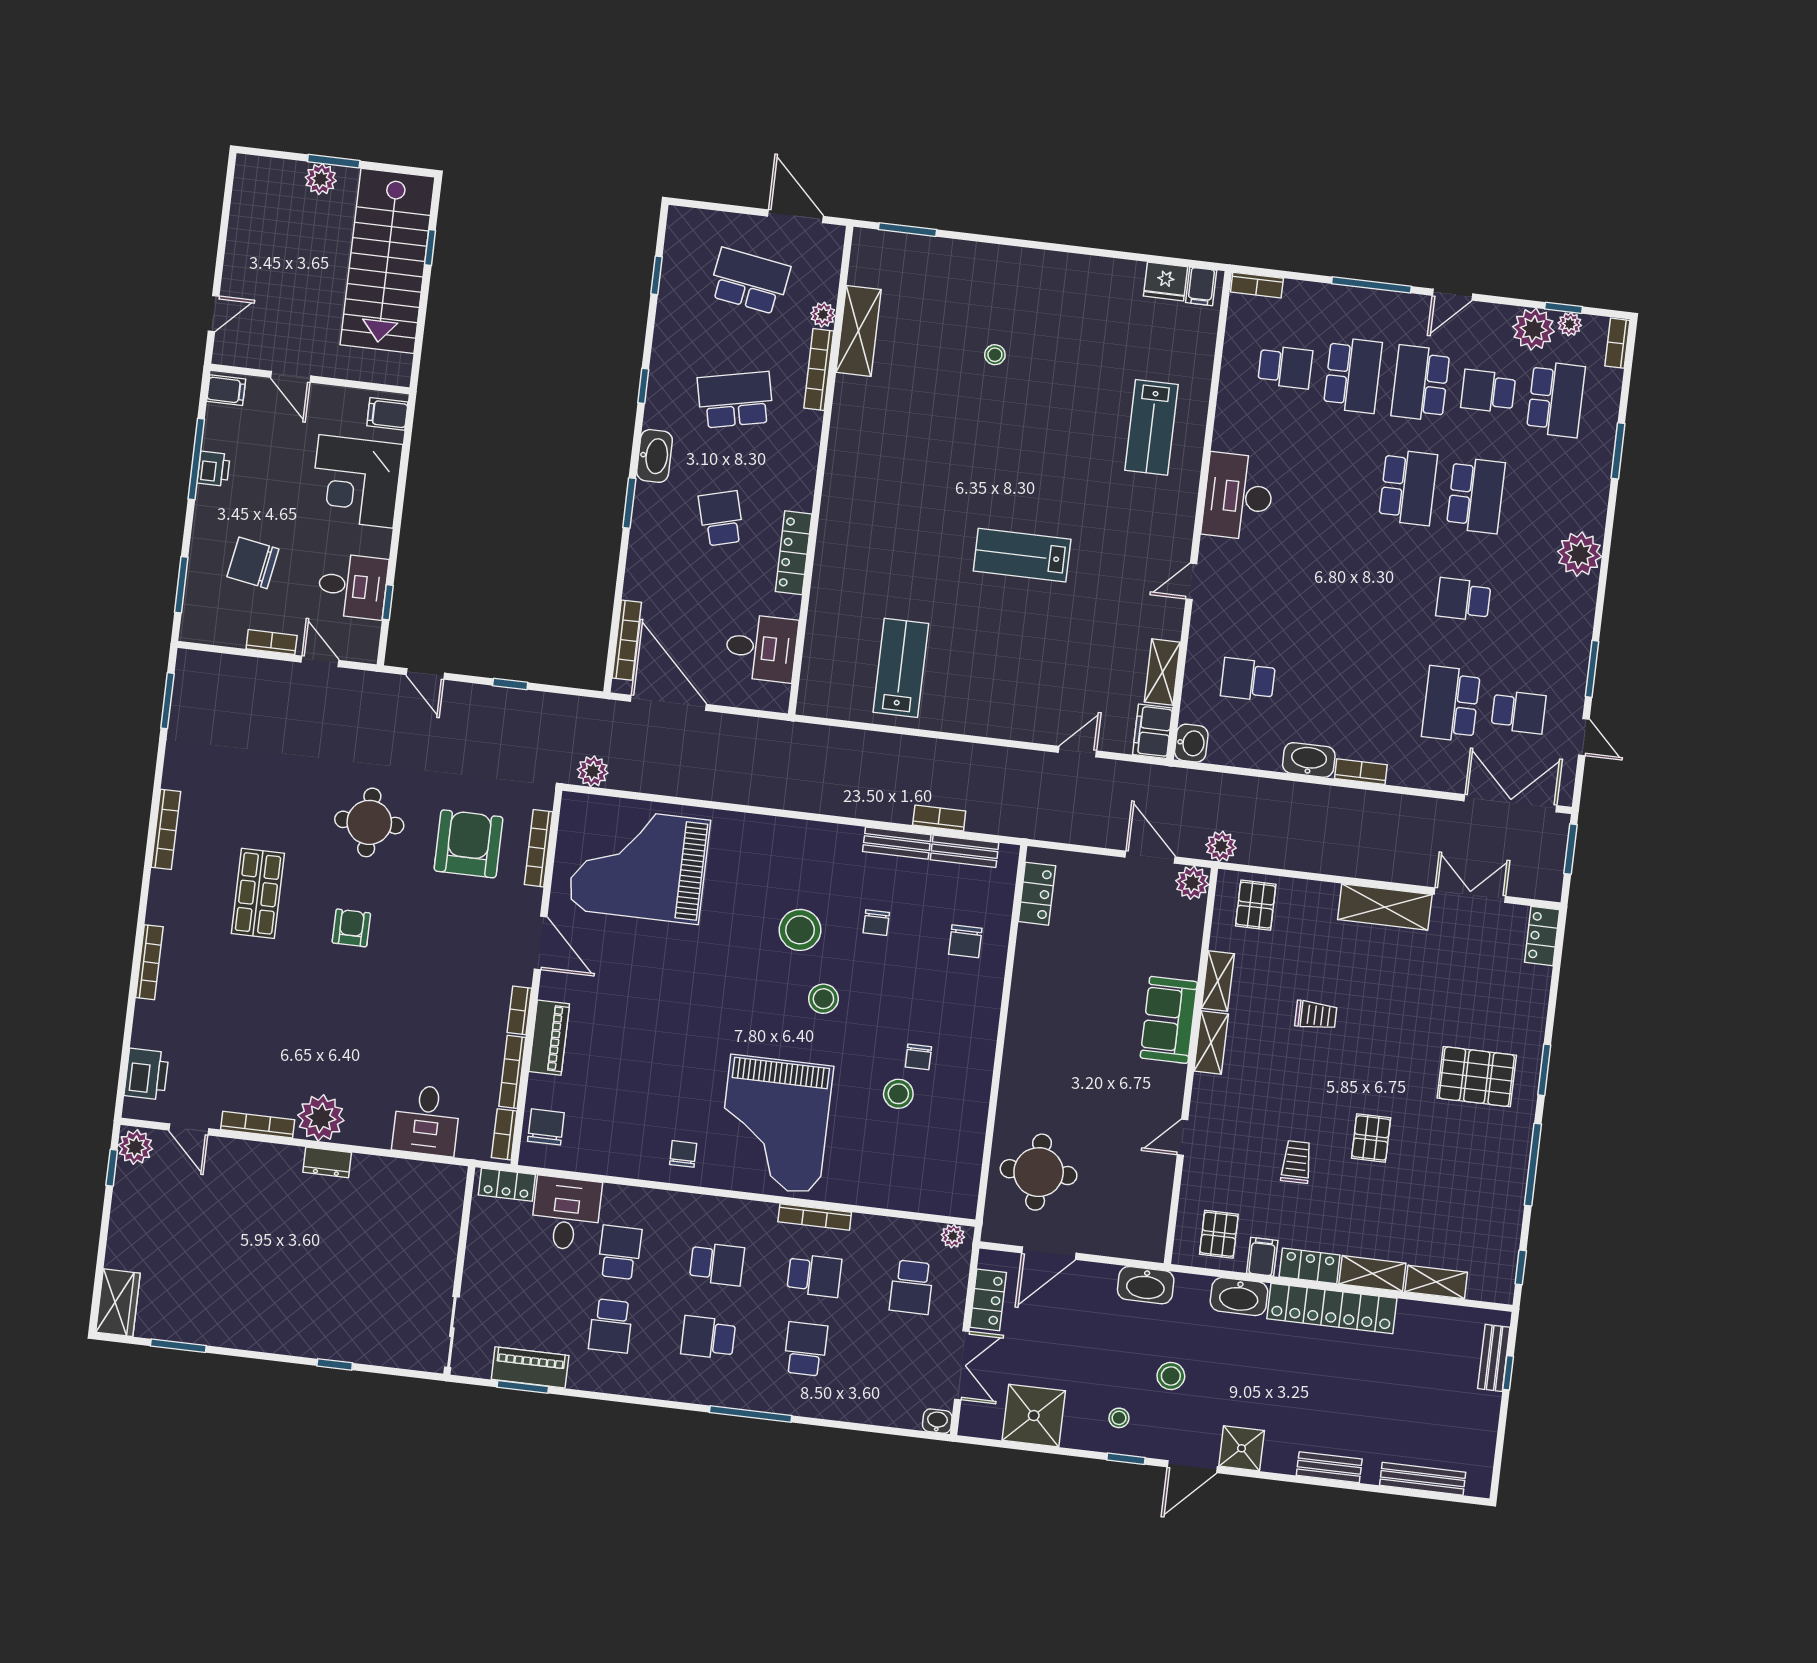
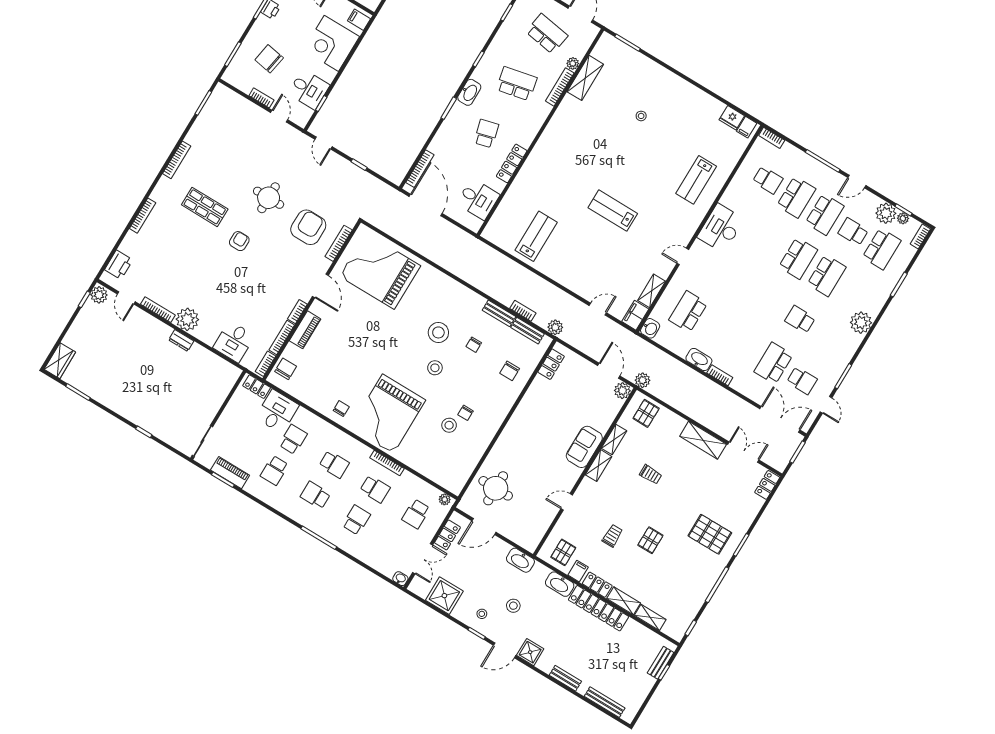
school desk: (1421, 383) -> (825, 214), turned 180
school desk: (1248, 680) -> (688, 312), width x1.85
plant: (593, 771) -> (555, 327), moved
shop shelf: (258, 893) -> (205, 207), turned 90

